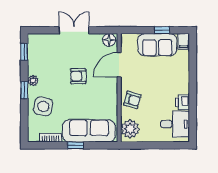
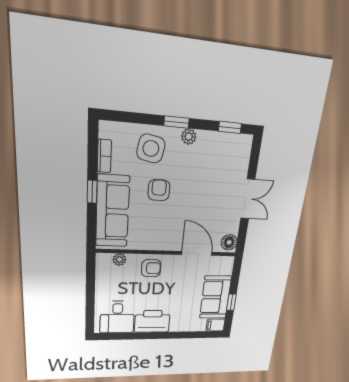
armchair: (78, 76) -> (159, 190), moved
armchair: (132, 100) -> (151, 268), turned -106
printer: (183, 102) -> (152, 321), width x1.87, depth x1.48
plant: (130, 129) -> (119, 259), width x0.53, depth x0.53

